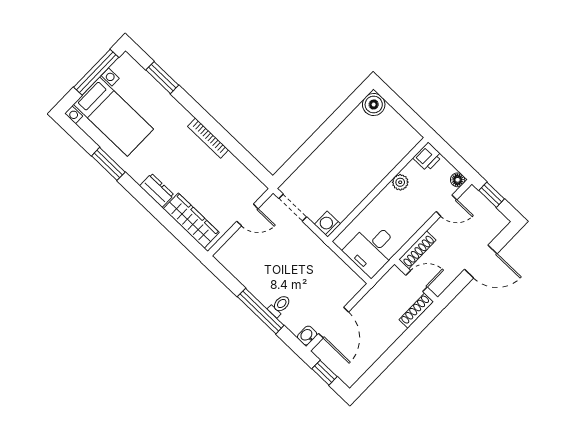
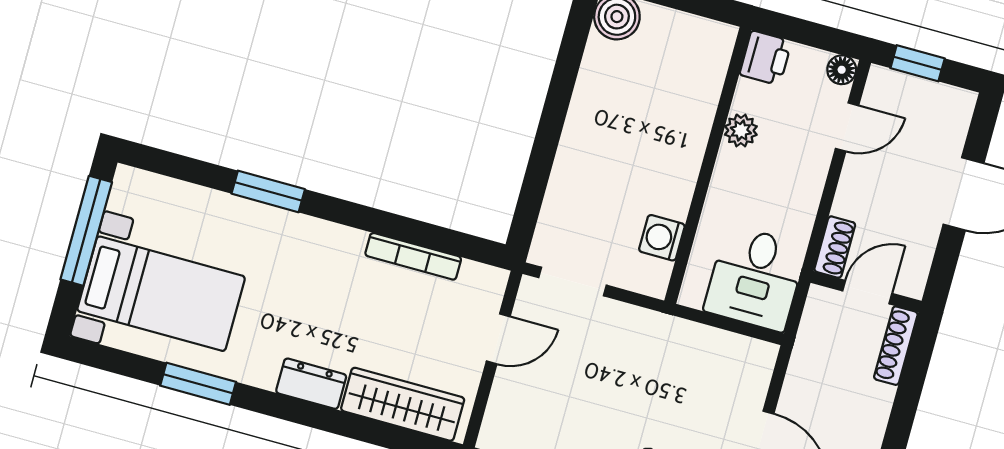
window: (162, 78) -> (268, 191), moved
bookcase: (208, 138) -> (413, 256), moved
washing machine: (327, 224) -> (662, 238), moved
shoe rack: (417, 250) -> (835, 247), width x0.70

